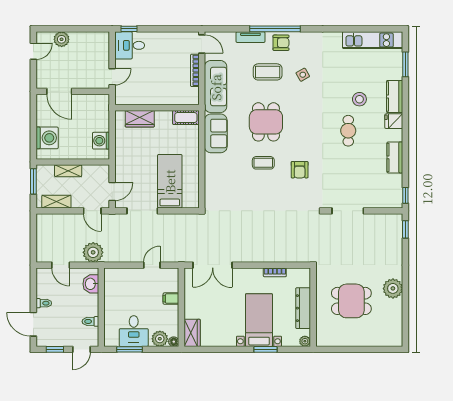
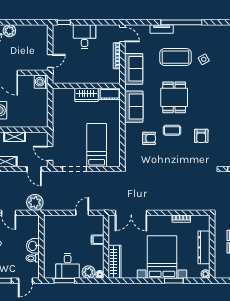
armchair: (281, 43) -> (149, 138), moved
desk: (130, 45) -> (85, 37), moved, turned 90
coffee table: (268, 72) -> (175, 57), width x1.36, depth x1.32
sofa: (216, 87) -> (134, 69), width x0.73
wardrobe: (140, 119) -> (86, 95), moved
washing machine: (101, 141) -> (41, 82), moved
door: (112, 191) -> (50, 153), swing flipped
washbasin: (91, 284) -> (33, 246), moved
bed with nightstands: (259, 320) -> (162, 257), width x1.36
wardrobe: (192, 333) -> (115, 262), width x1.50

